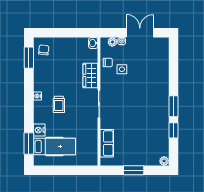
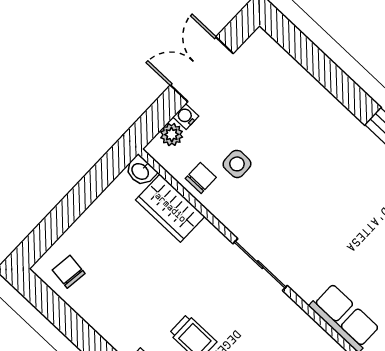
window: (29, 58) -> (57, 312), removed
wardrobe: (90, 75) -> (170, 208), moved

